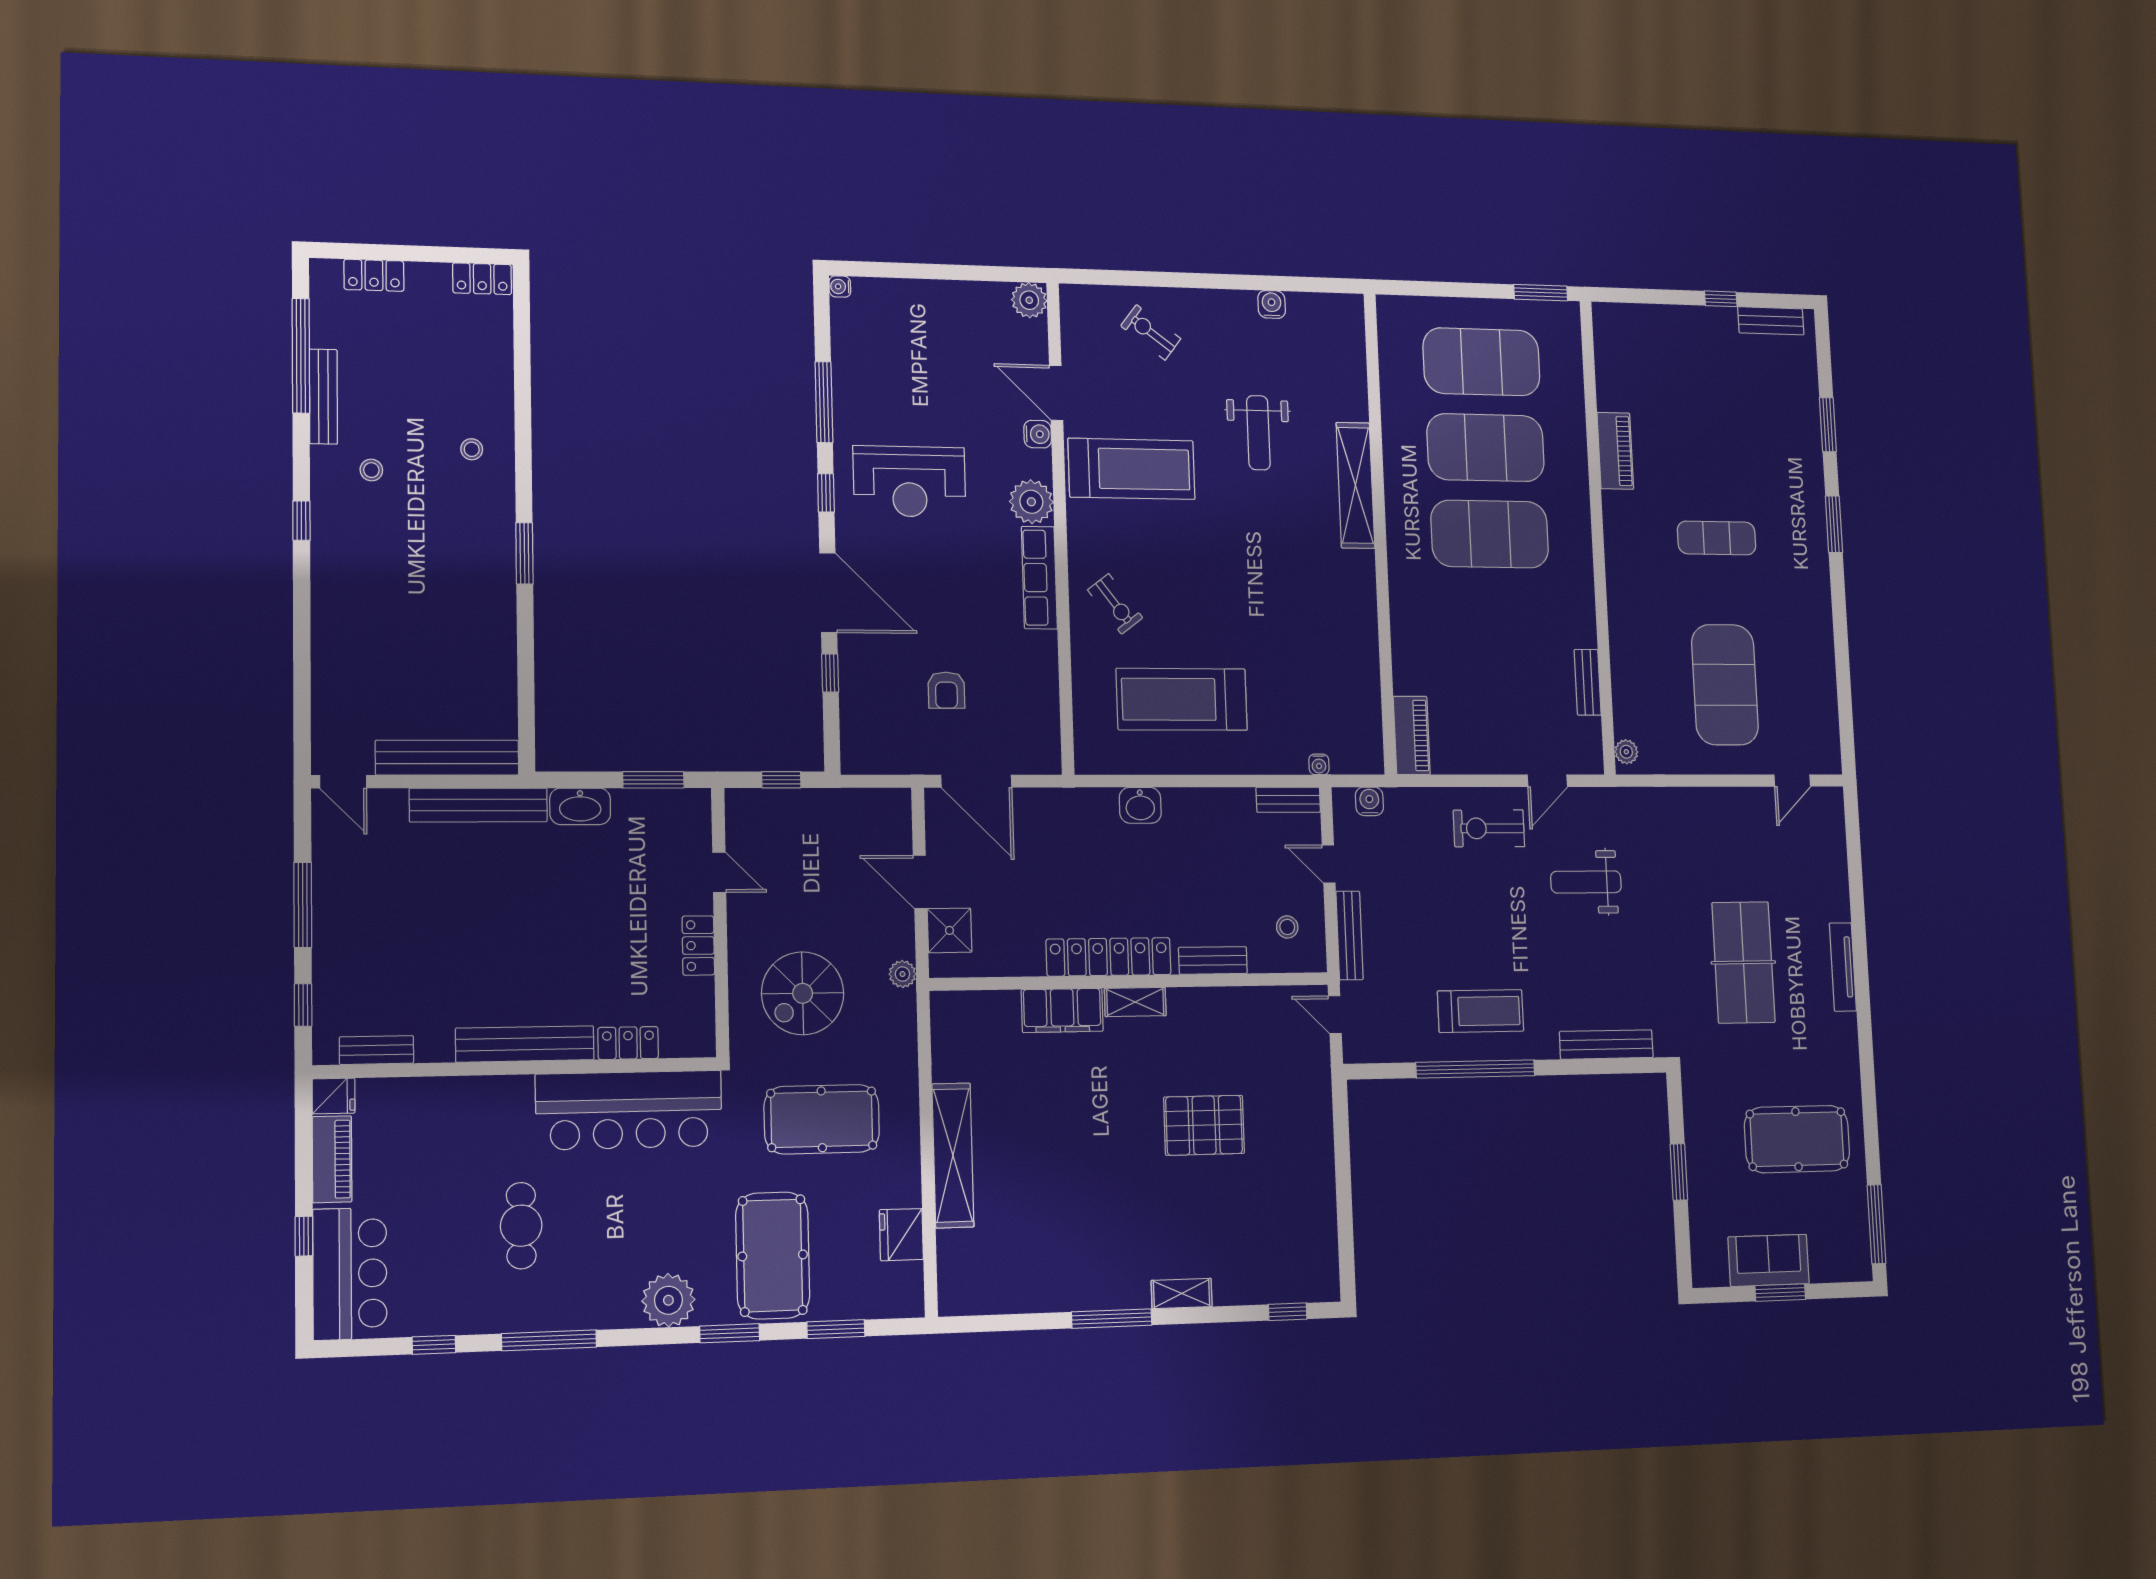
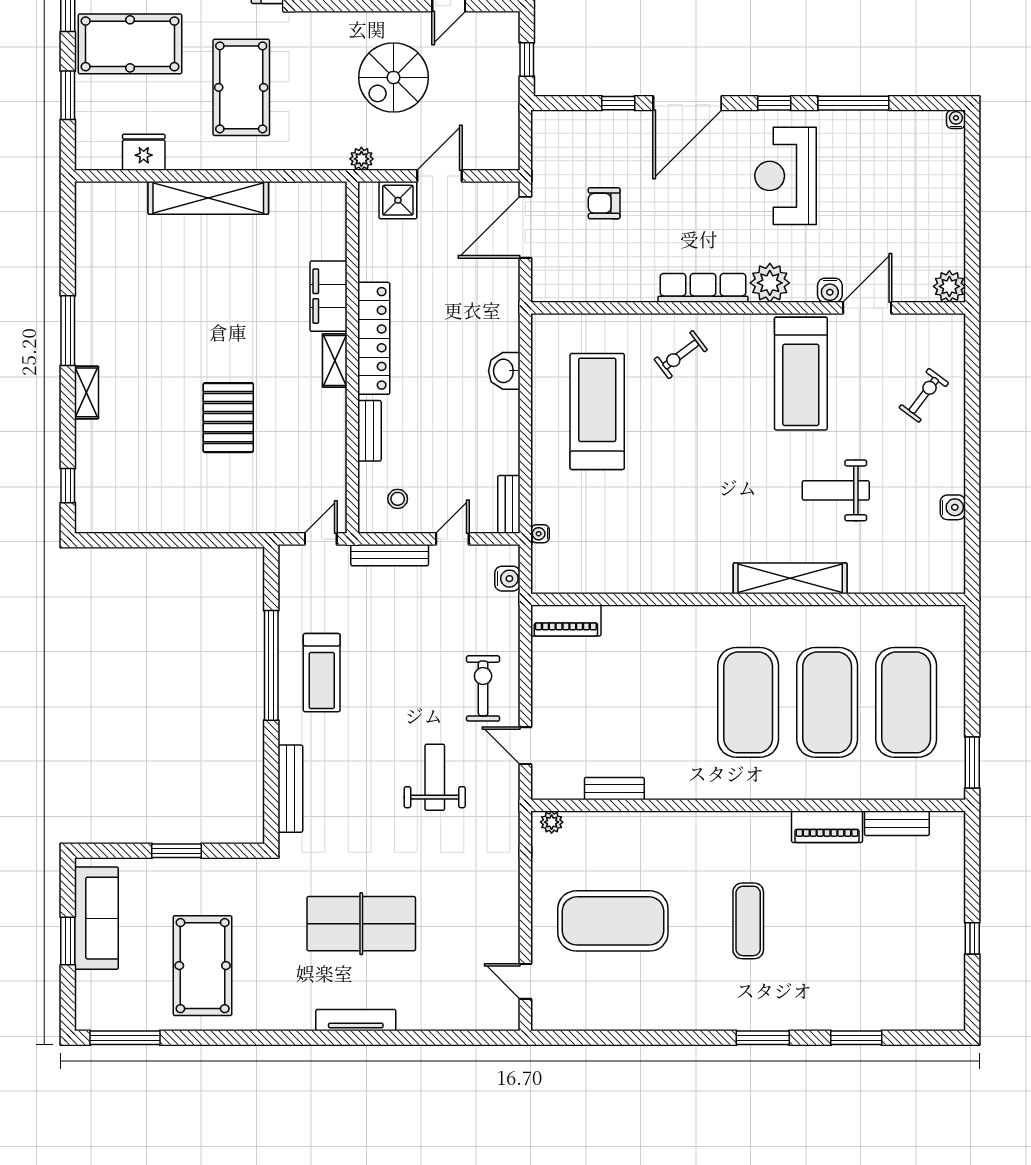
bench: (1771, 321) -> (897, 823), moved, turned 90
spiral stairs: (803, 993) -> (394, 78), moved, turned -90
sofa: (1769, 1260) -> (96, 918), width x1.36

